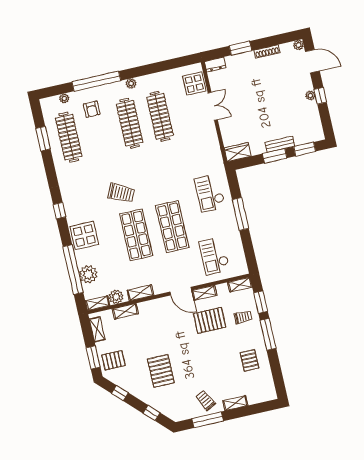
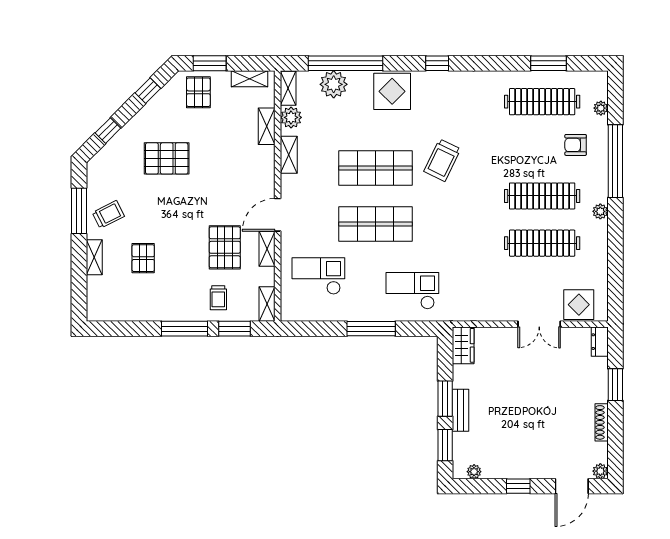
plant: (310, 95) -> (474, 472), moved
pallet: (249, 360) -> (143, 258), moved, turned 90

